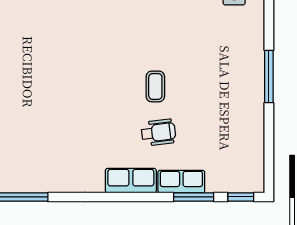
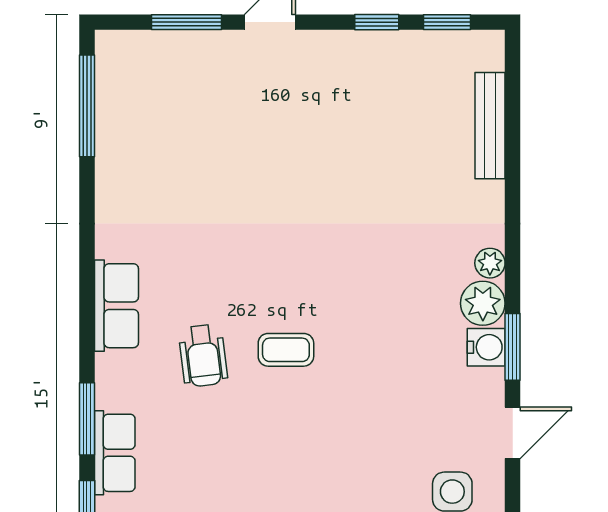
row of seats: (181, 182) -> (115, 453), moved

